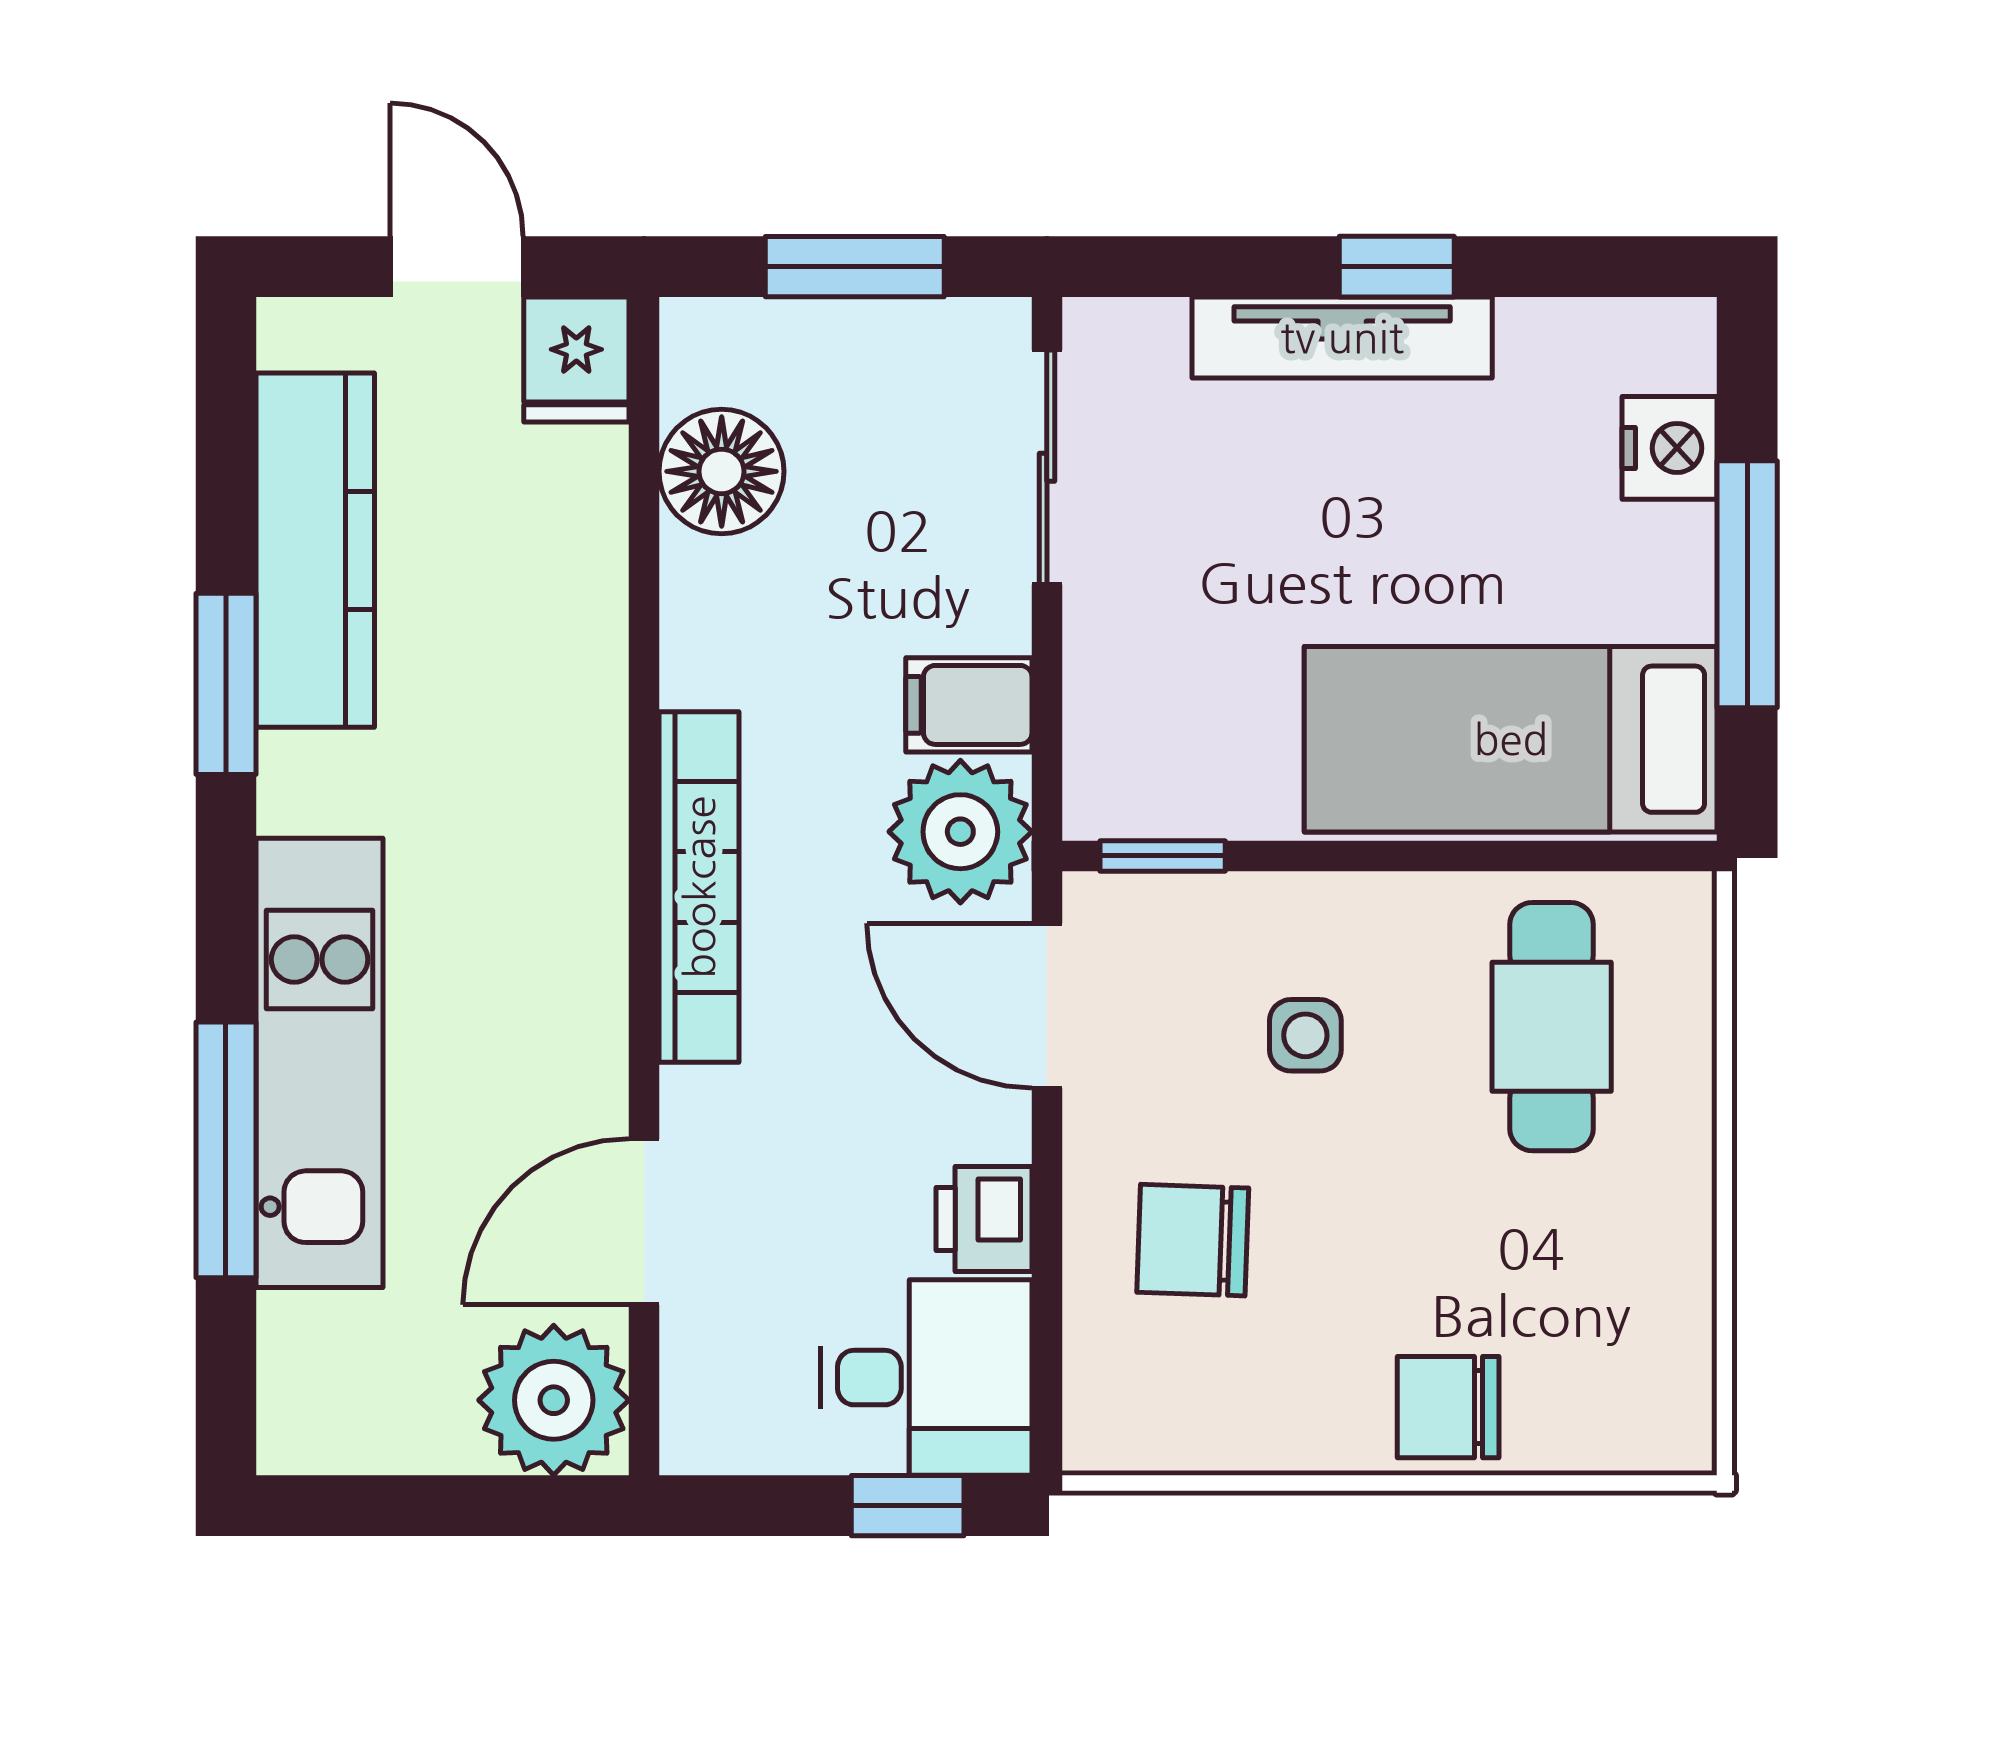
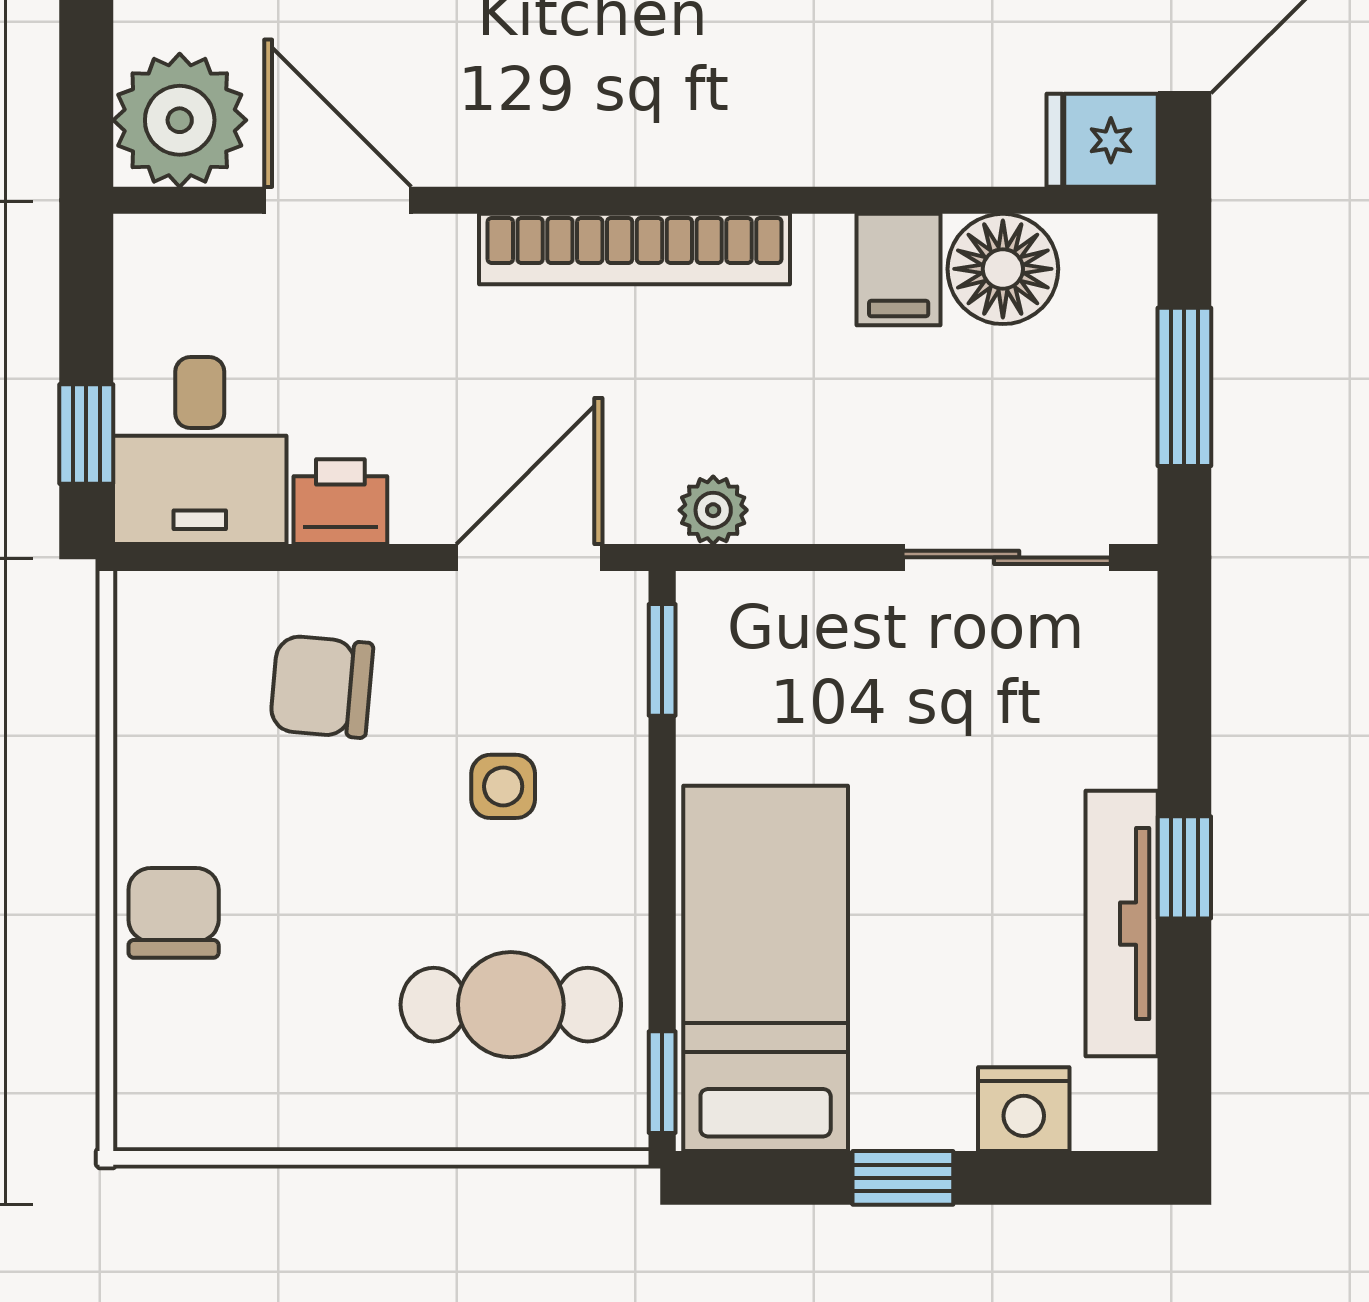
tv unit: (1342, 337) -> (1122, 924), moved
window: (1747, 584) -> (903, 1178), width x0.46
filing cabinet: (969, 705) -> (899, 269), moved, turned 180
plant: (960, 832) -> (713, 510), width x0.53, depth x0.53
window: (1639, 856) -> (662, 1082), added
chair: (1193, 1240) -> (322, 687), turned -87

